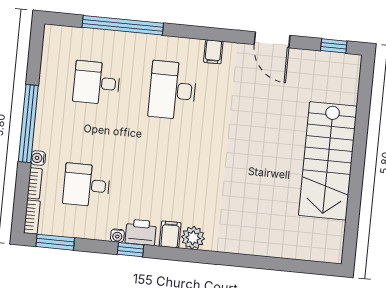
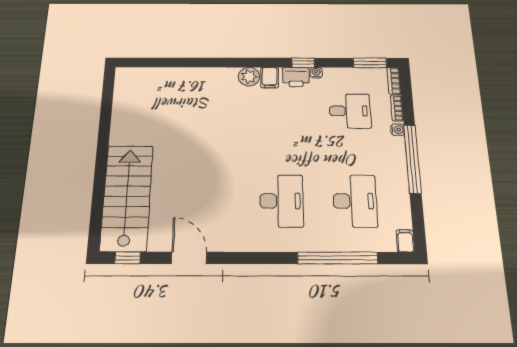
filing cabinet: (213, 52) -> (405, 241), moved
desk: (97, 83) -> (355, 201), width x1.37
stairs: (328, 161) -> (127, 197), moved

